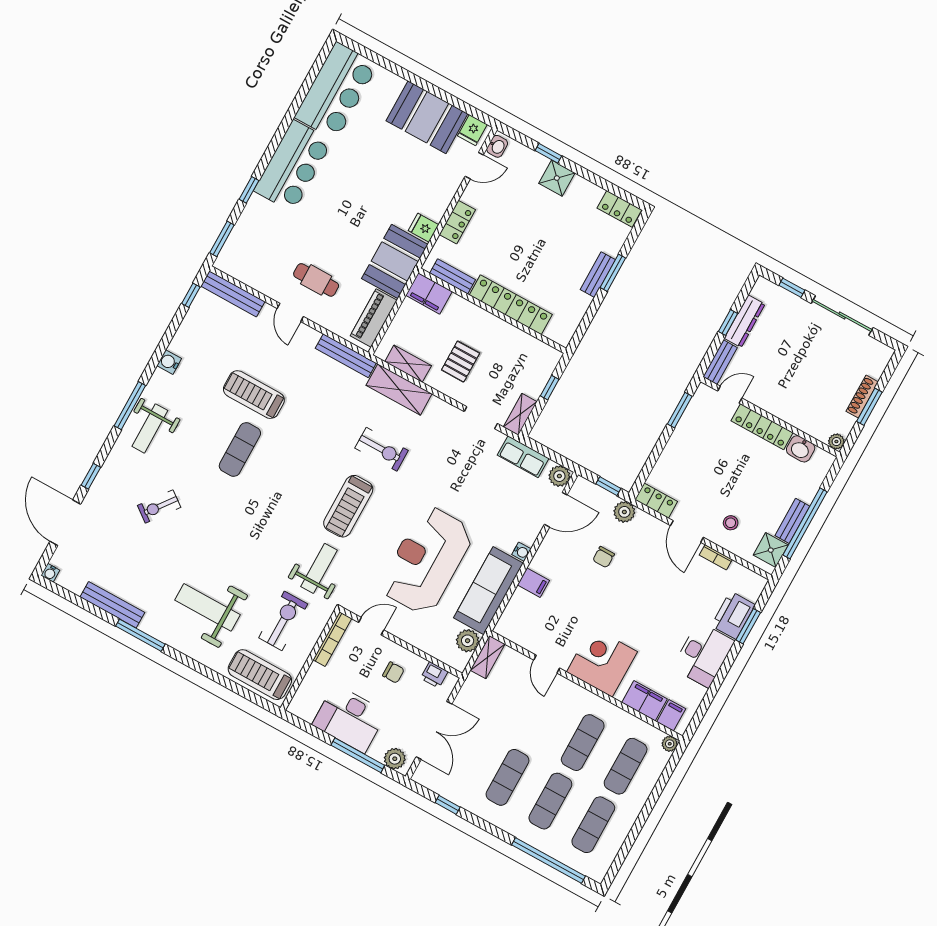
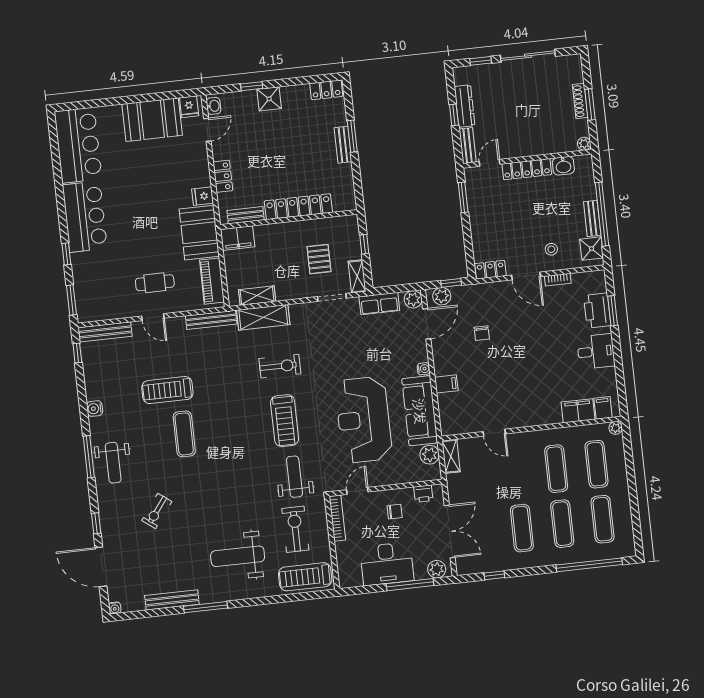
pallet: (461, 362) -> (319, 259), moved
plant: (624, 512) -> (442, 296), moved
desk: (703, 655) -> (596, 351), width x0.73
corner desk: (602, 662) -> (531, 405), removed

